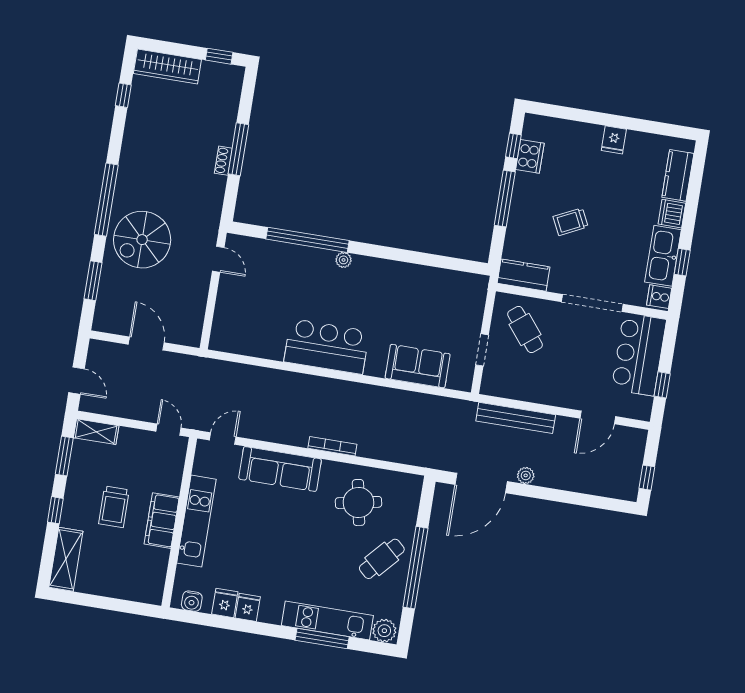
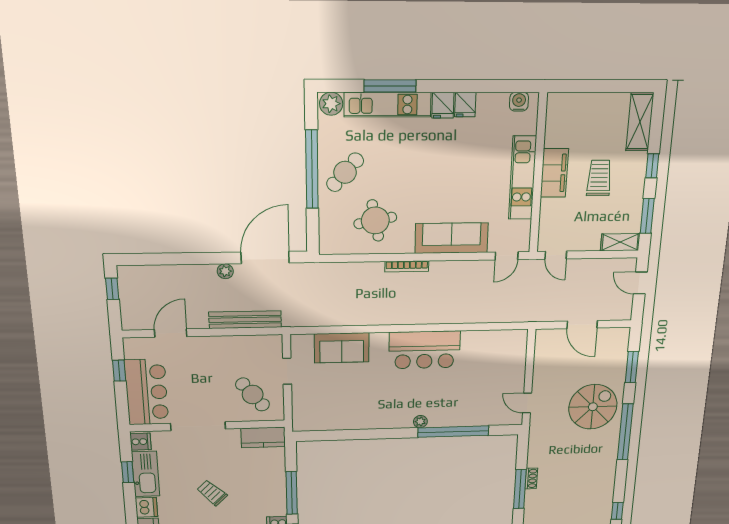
trolley: (571, 222) -> (212, 493), moved, turned -109
fridge: (225, 603) -> (443, 105), moved

